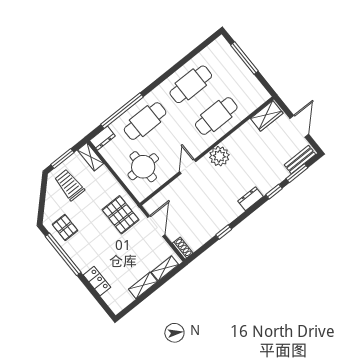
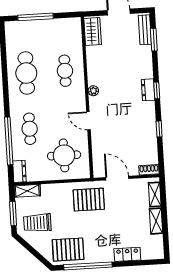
cafe table: (216, 116) -> (65, 71), width x0.73, depth x0.74
cafe table: (145, 121) -> (30, 129), width x0.73, depth x0.74
plant: (219, 156) -> (93, 91), width x0.53, depth x0.53
window: (274, 192) -> (157, 90), moved
pallet: (65, 227) -> (68, 250), width x1.50, depth x1.42

